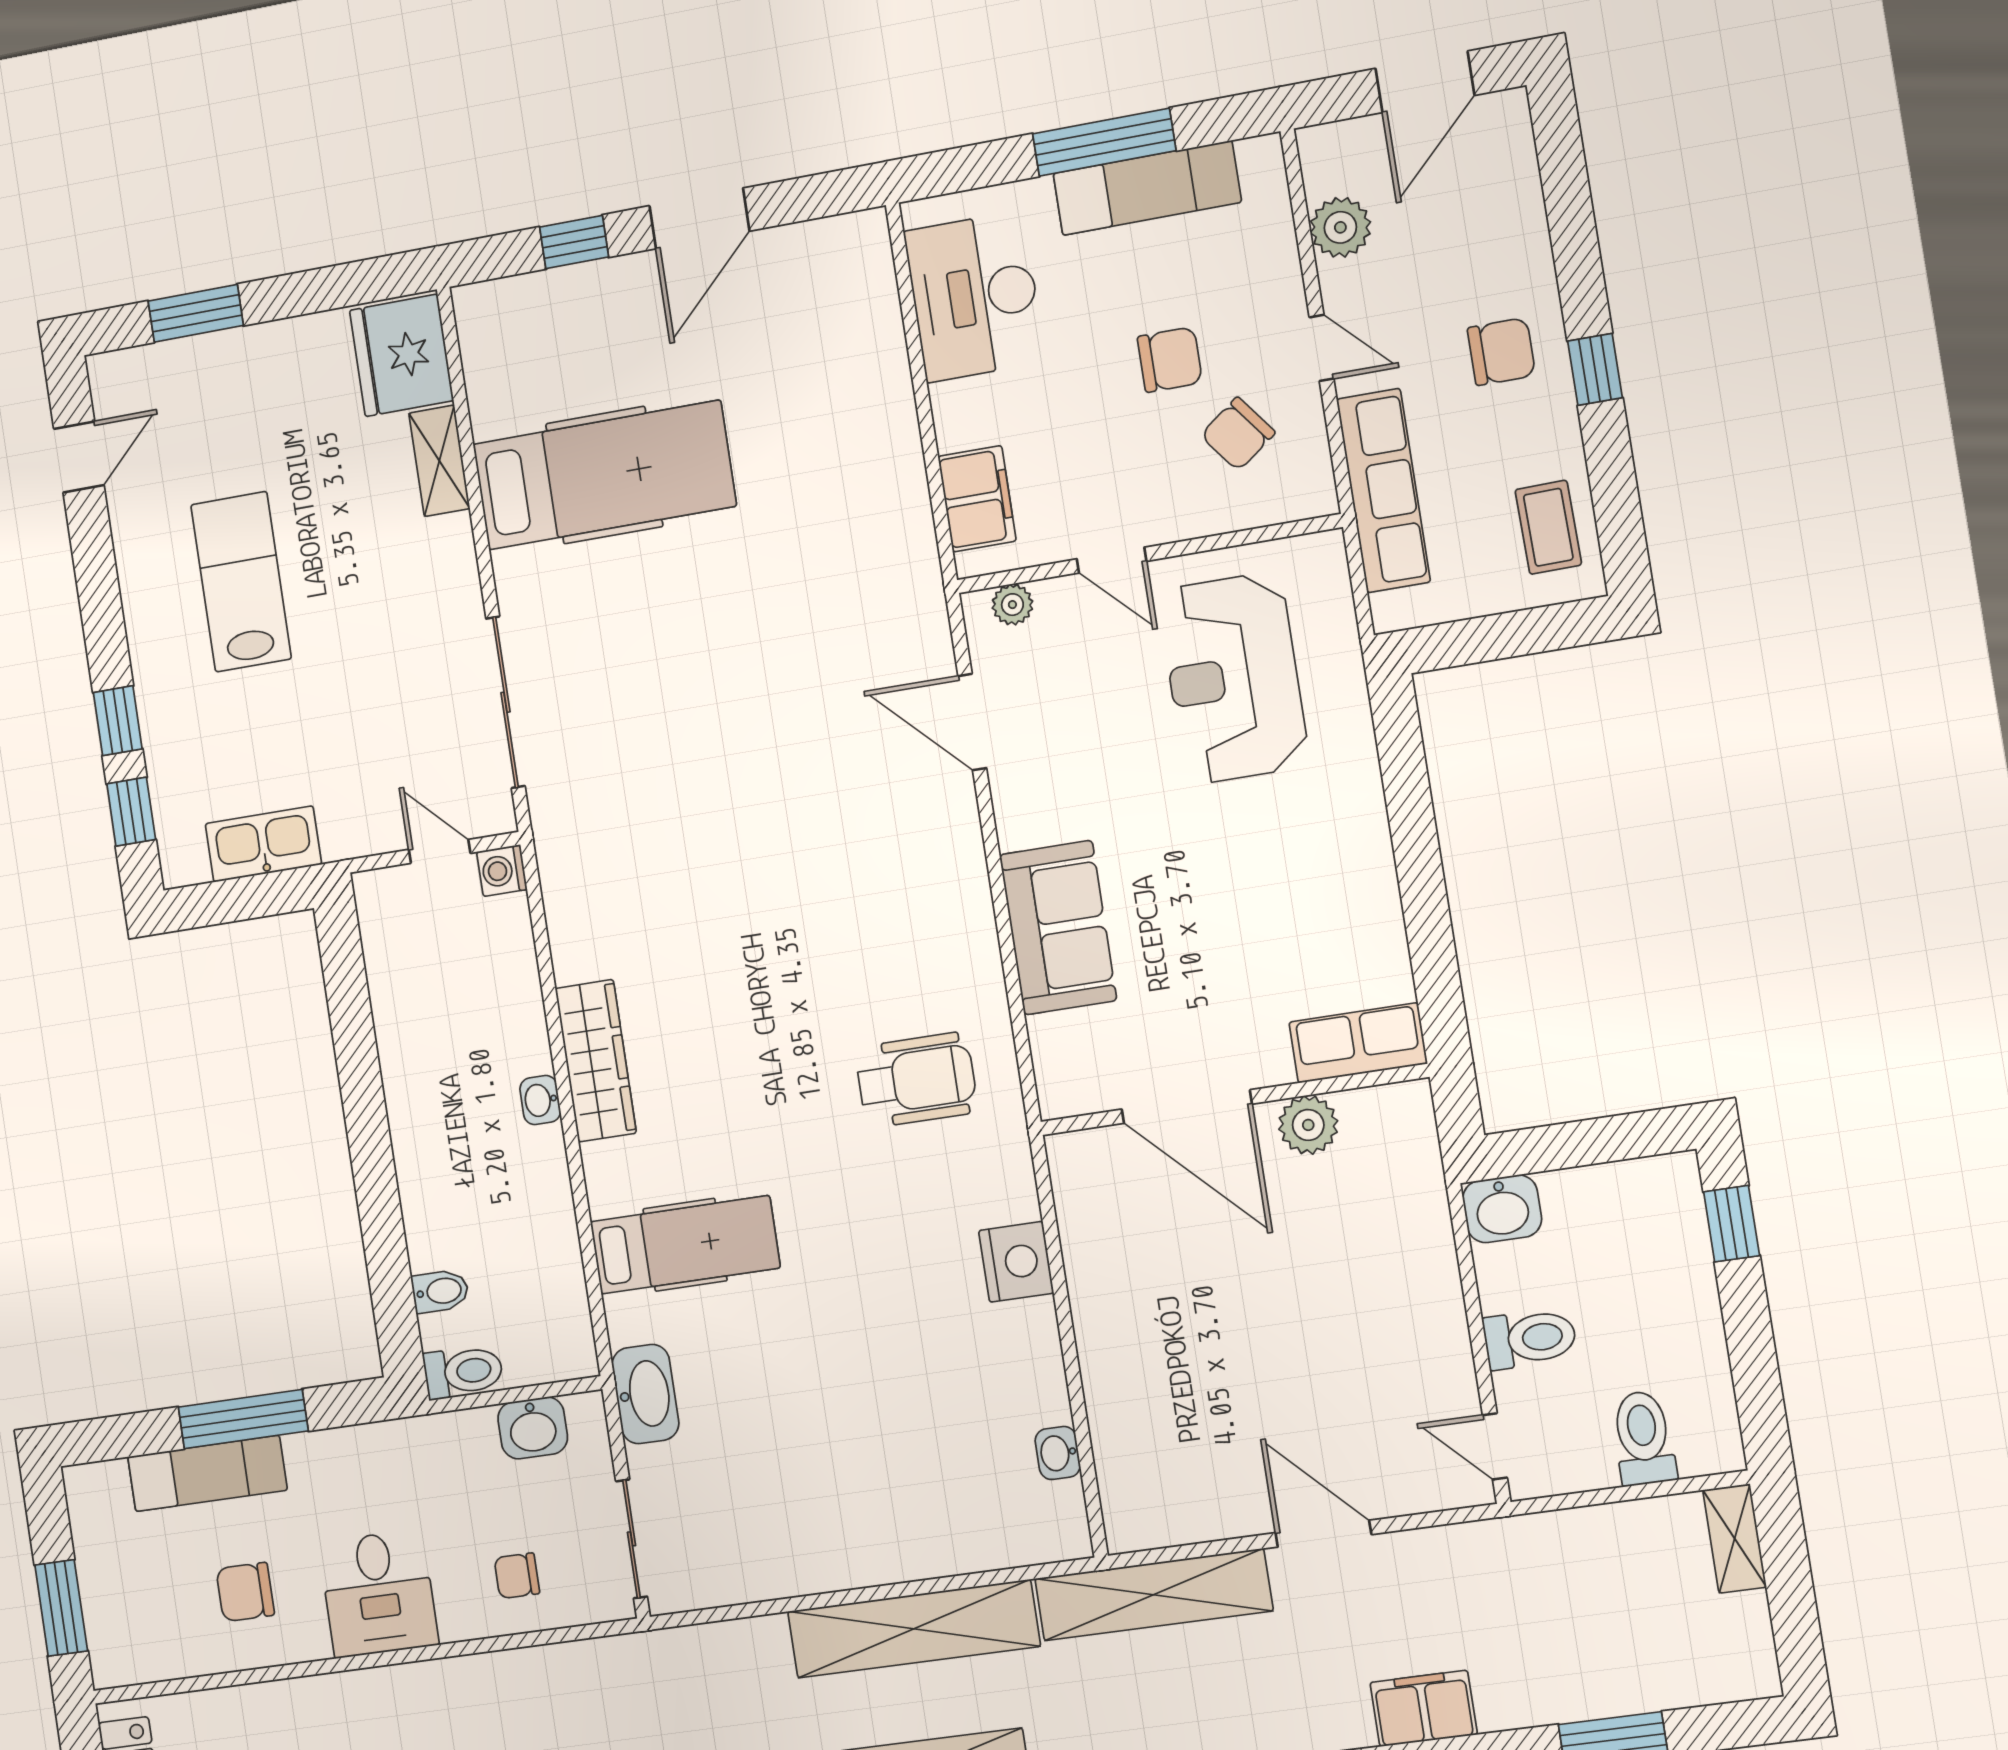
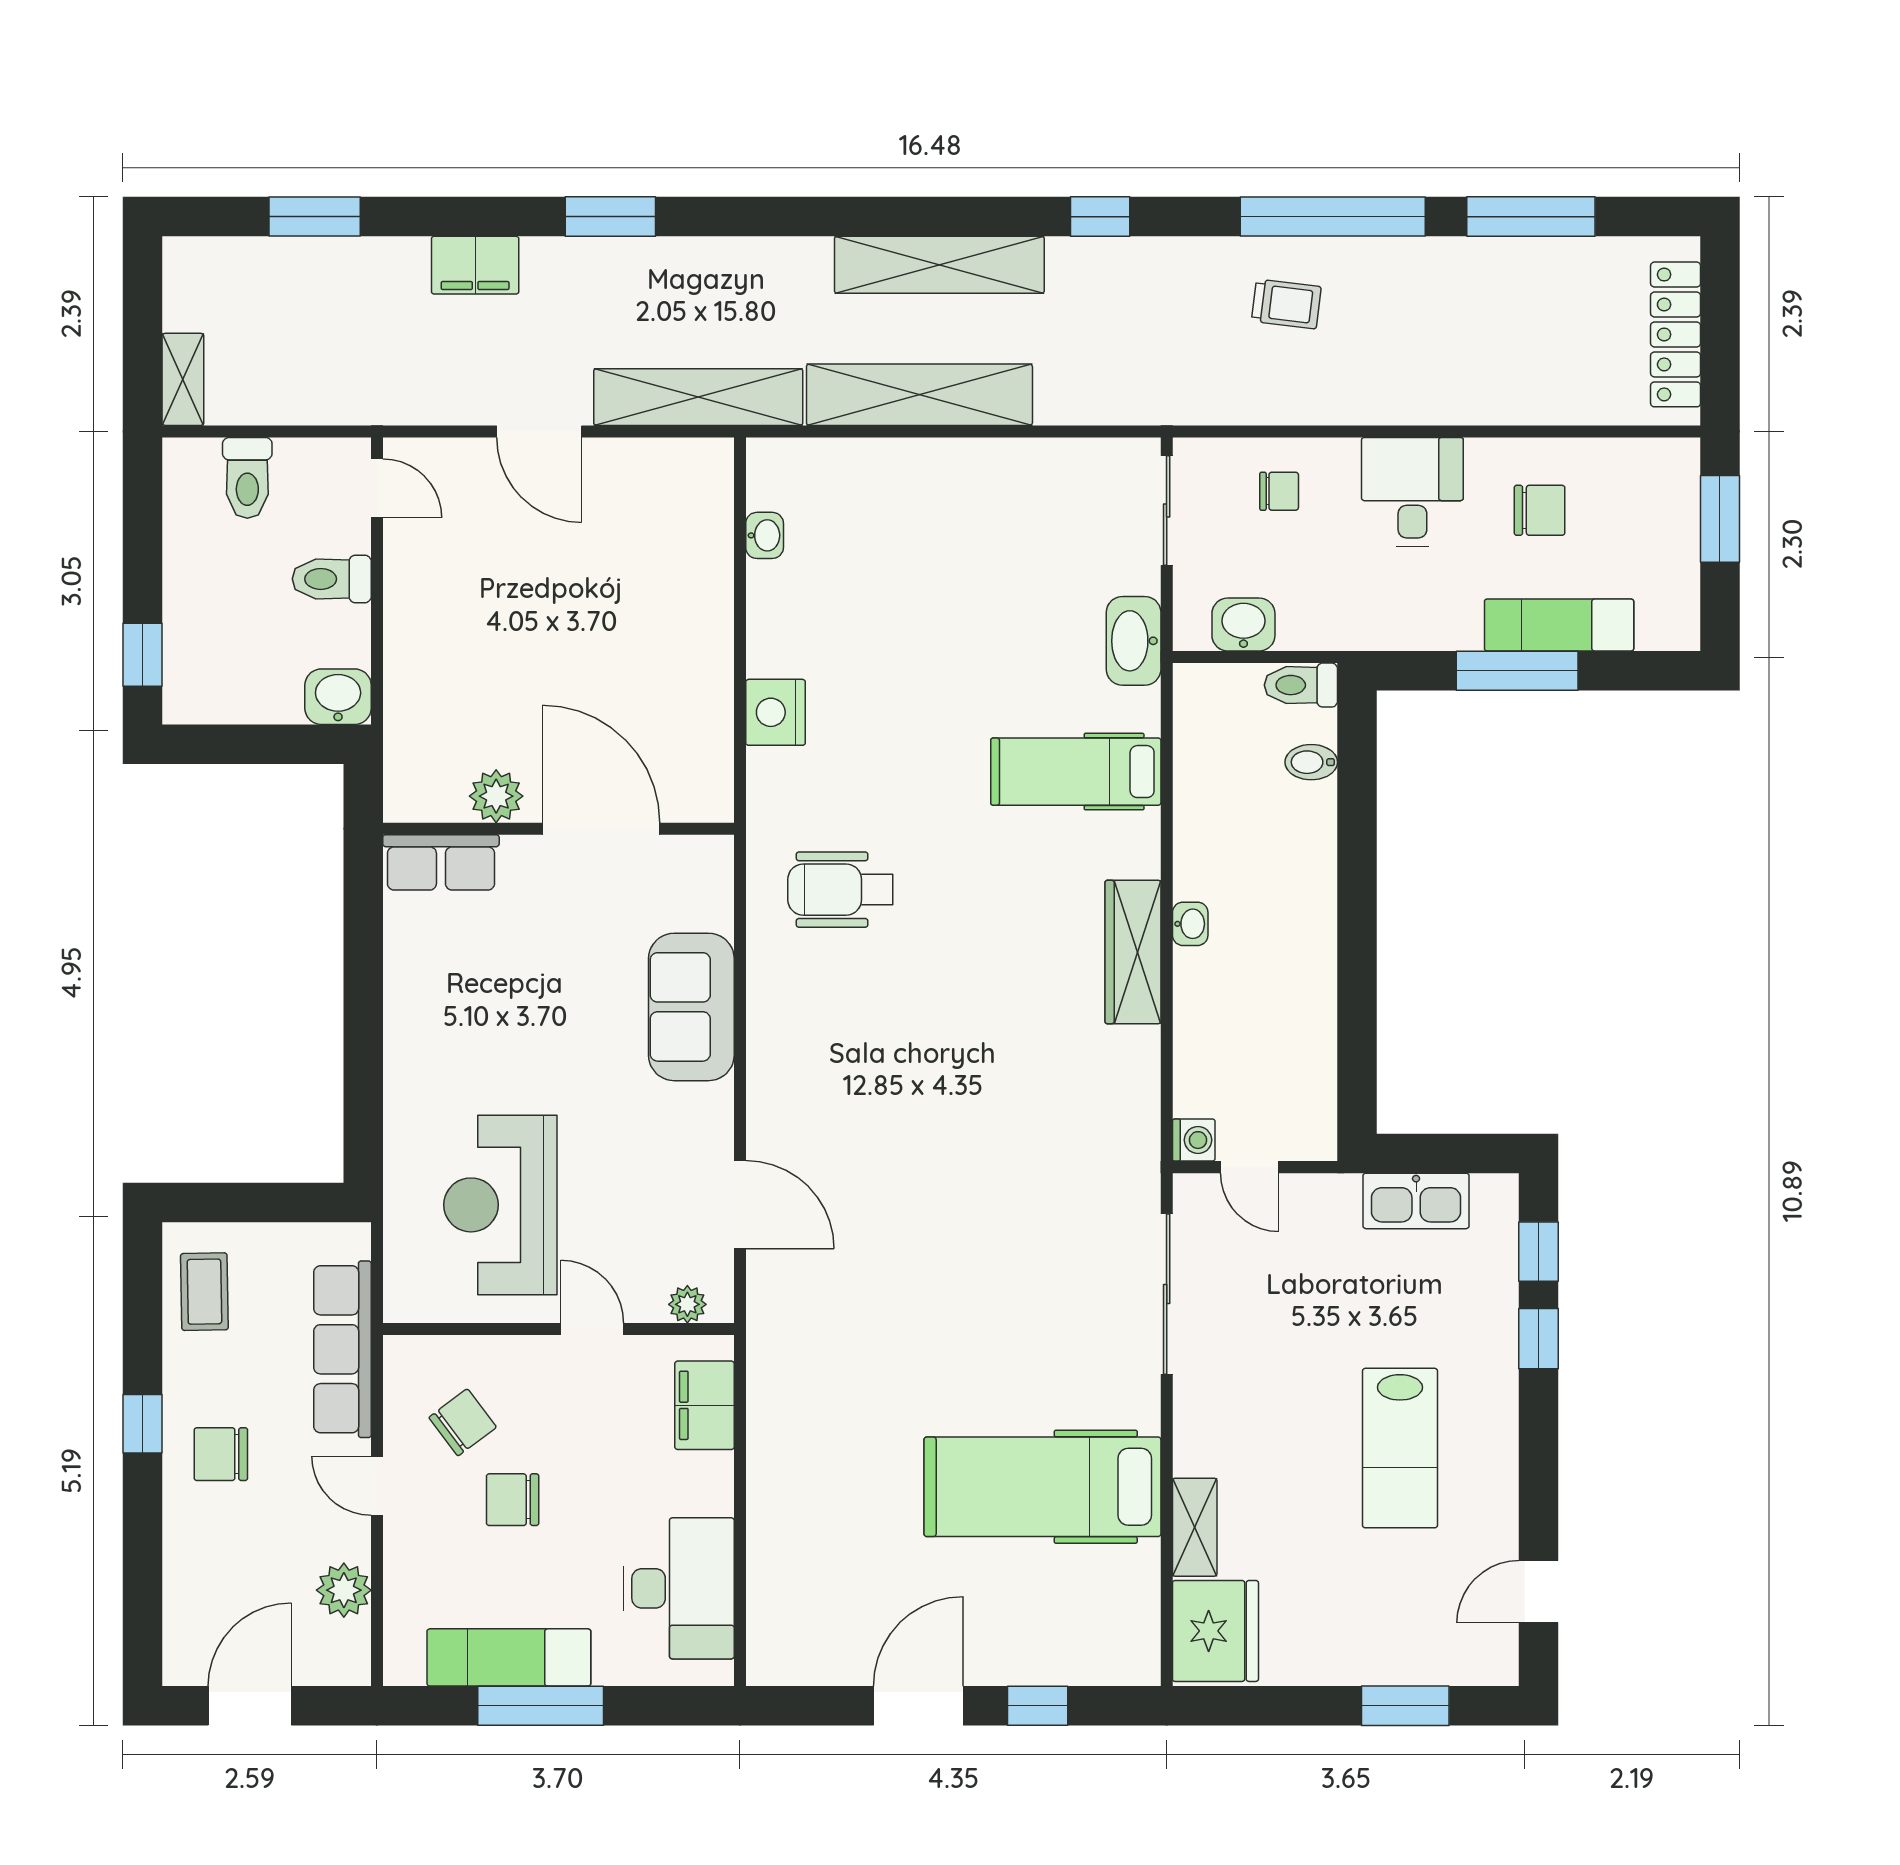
reception desk: (1233, 678) -> (500, 1205), turned 180

